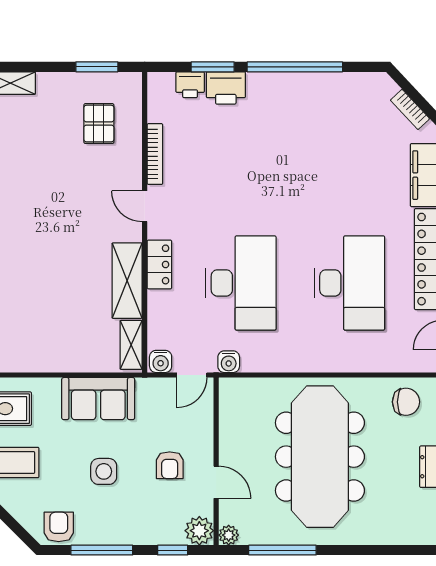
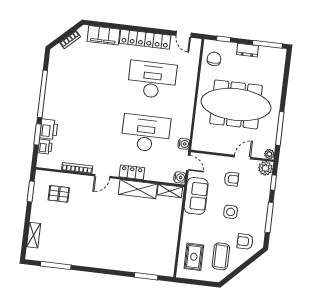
sofa: (98, 399) -> (196, 196), moved
armchair: (59, 527) -> (245, 241), moved

